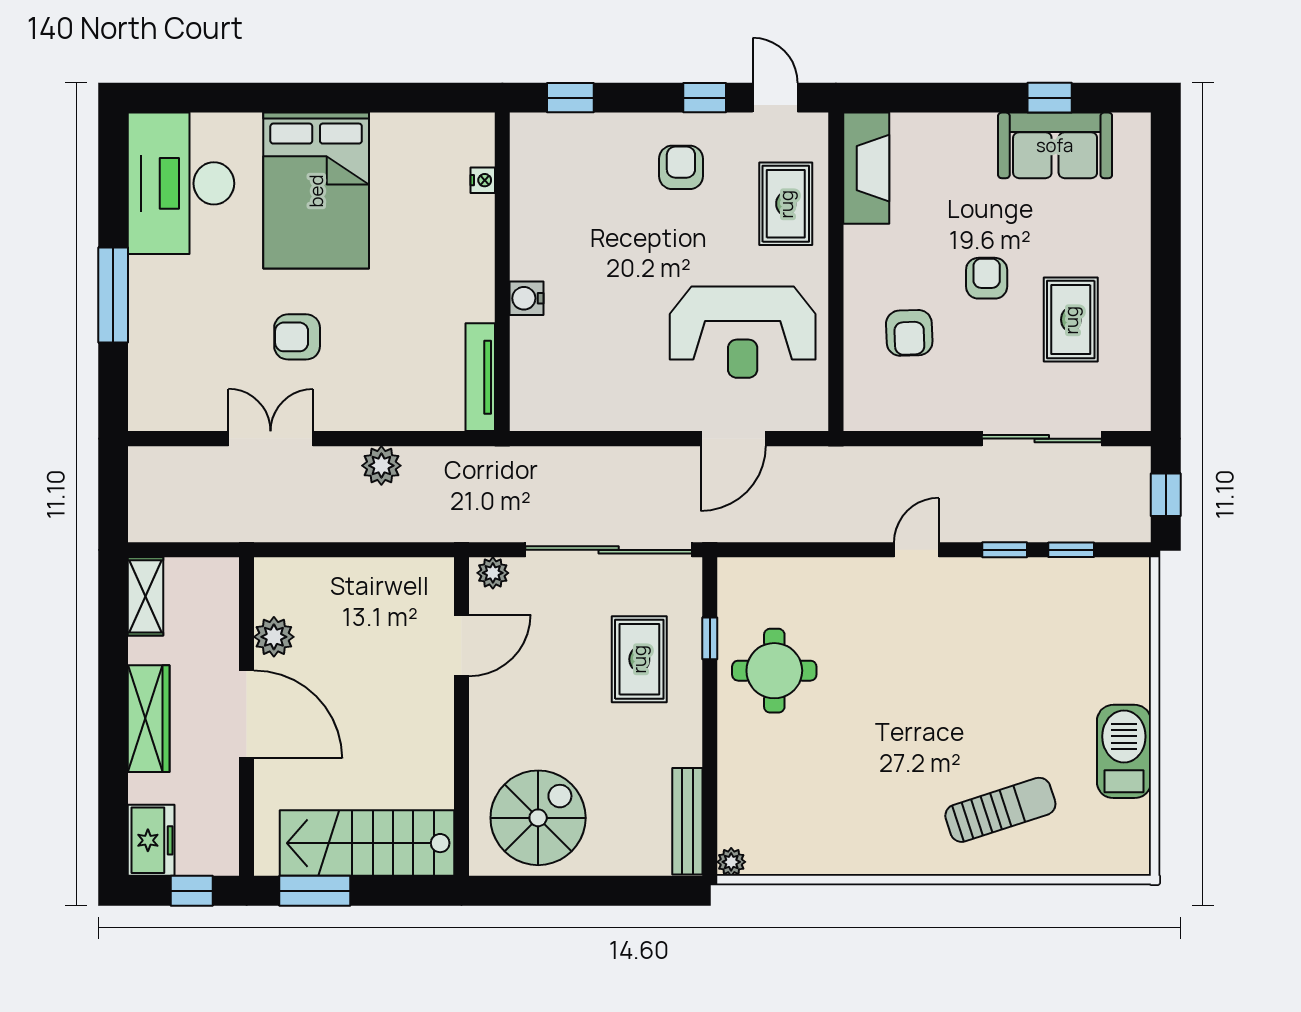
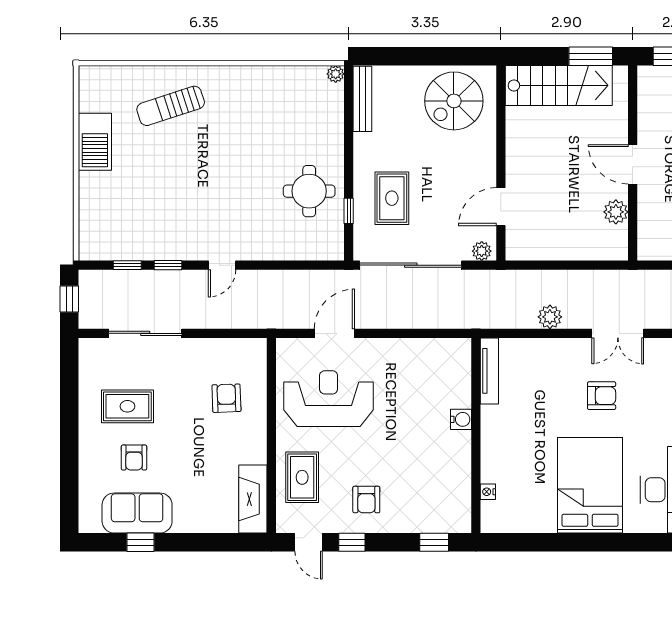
armchair: (987, 278) -> (134, 458), moved
rug: (1071, 320) -> (127, 406), turned 90
door: (247, 714) -> (633, 164), width x0.73

